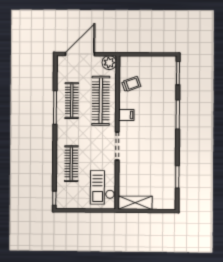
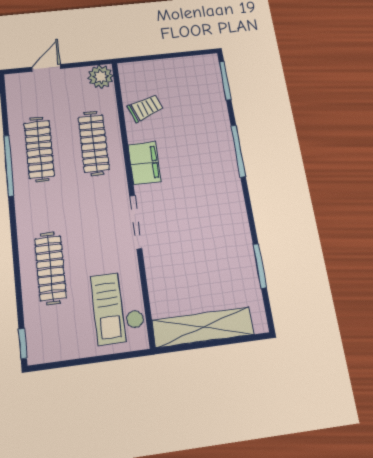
door: (80, 54) -> (46, 68), width x0.53
clothes rail: (101, 101) -> (94, 143), width x0.73, depth x0.76
filing cabinet: (126, 115) -> (145, 163), width x2.00
shelving: (135, 203) -> (203, 327), width x1.47

